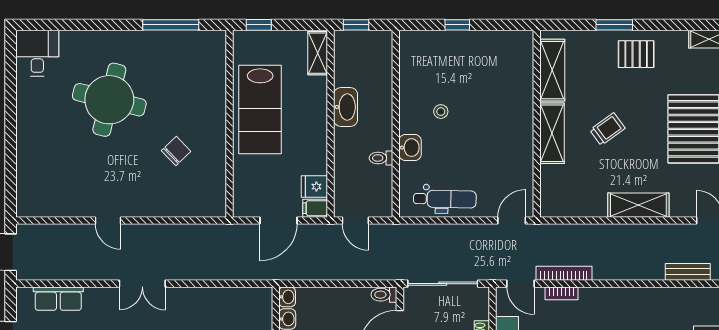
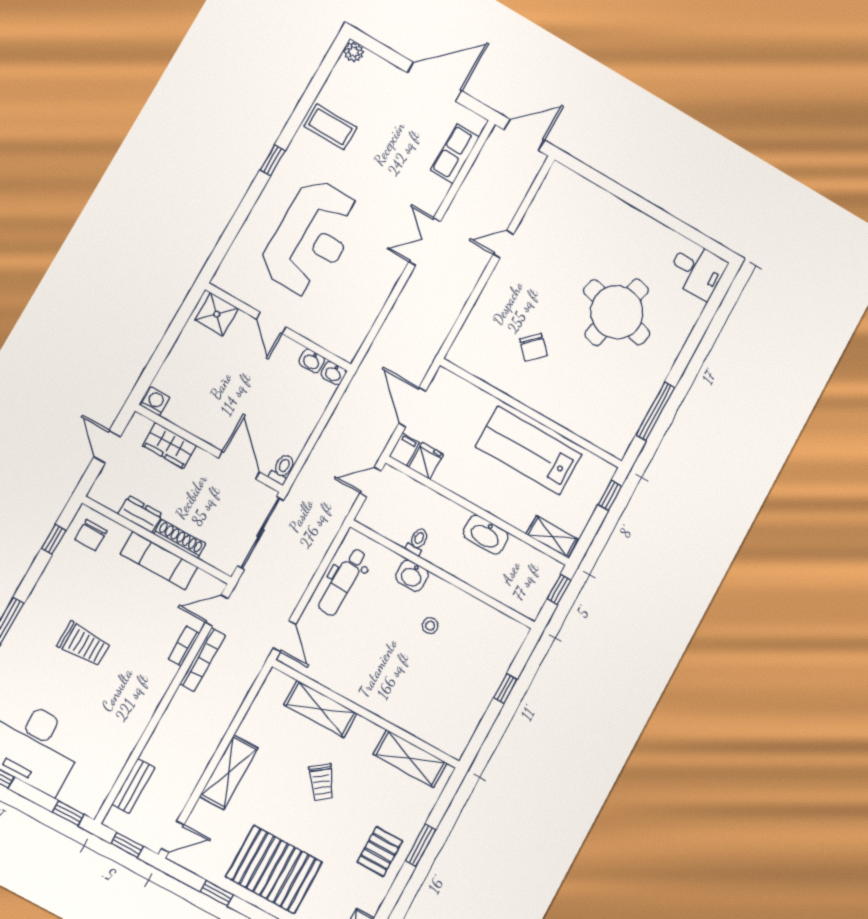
shelving: (552, 133) -> (320, 709), moved

